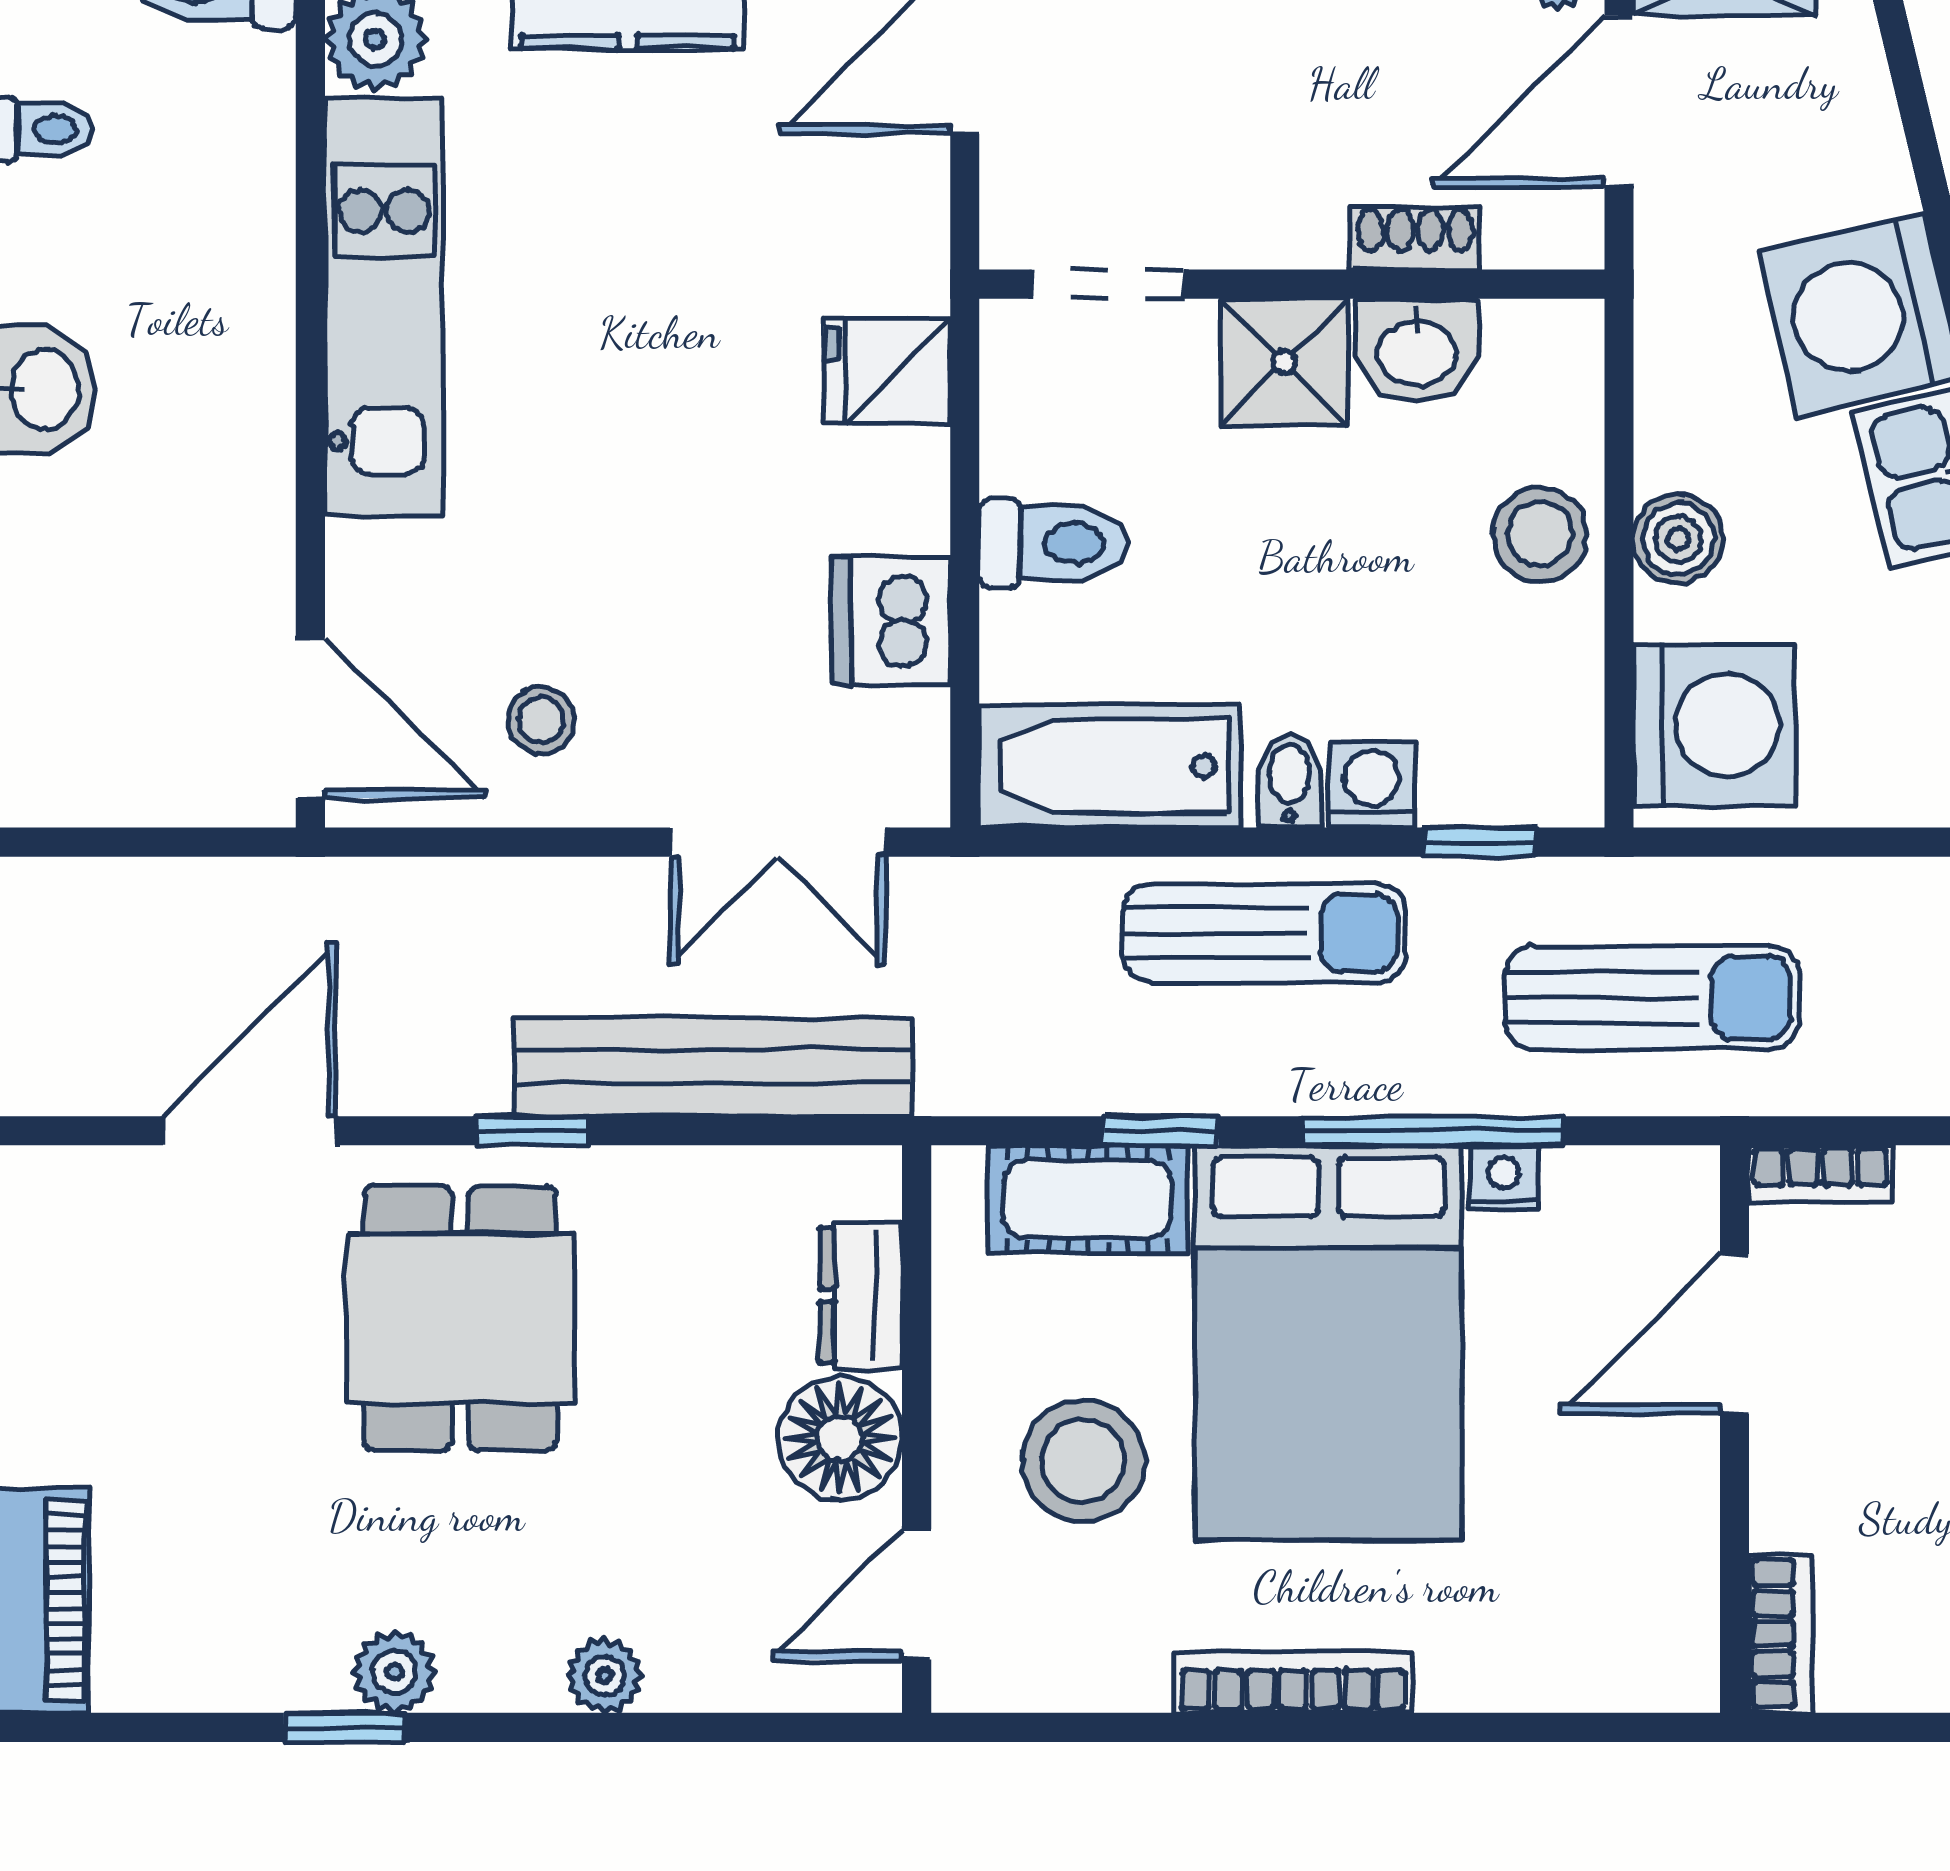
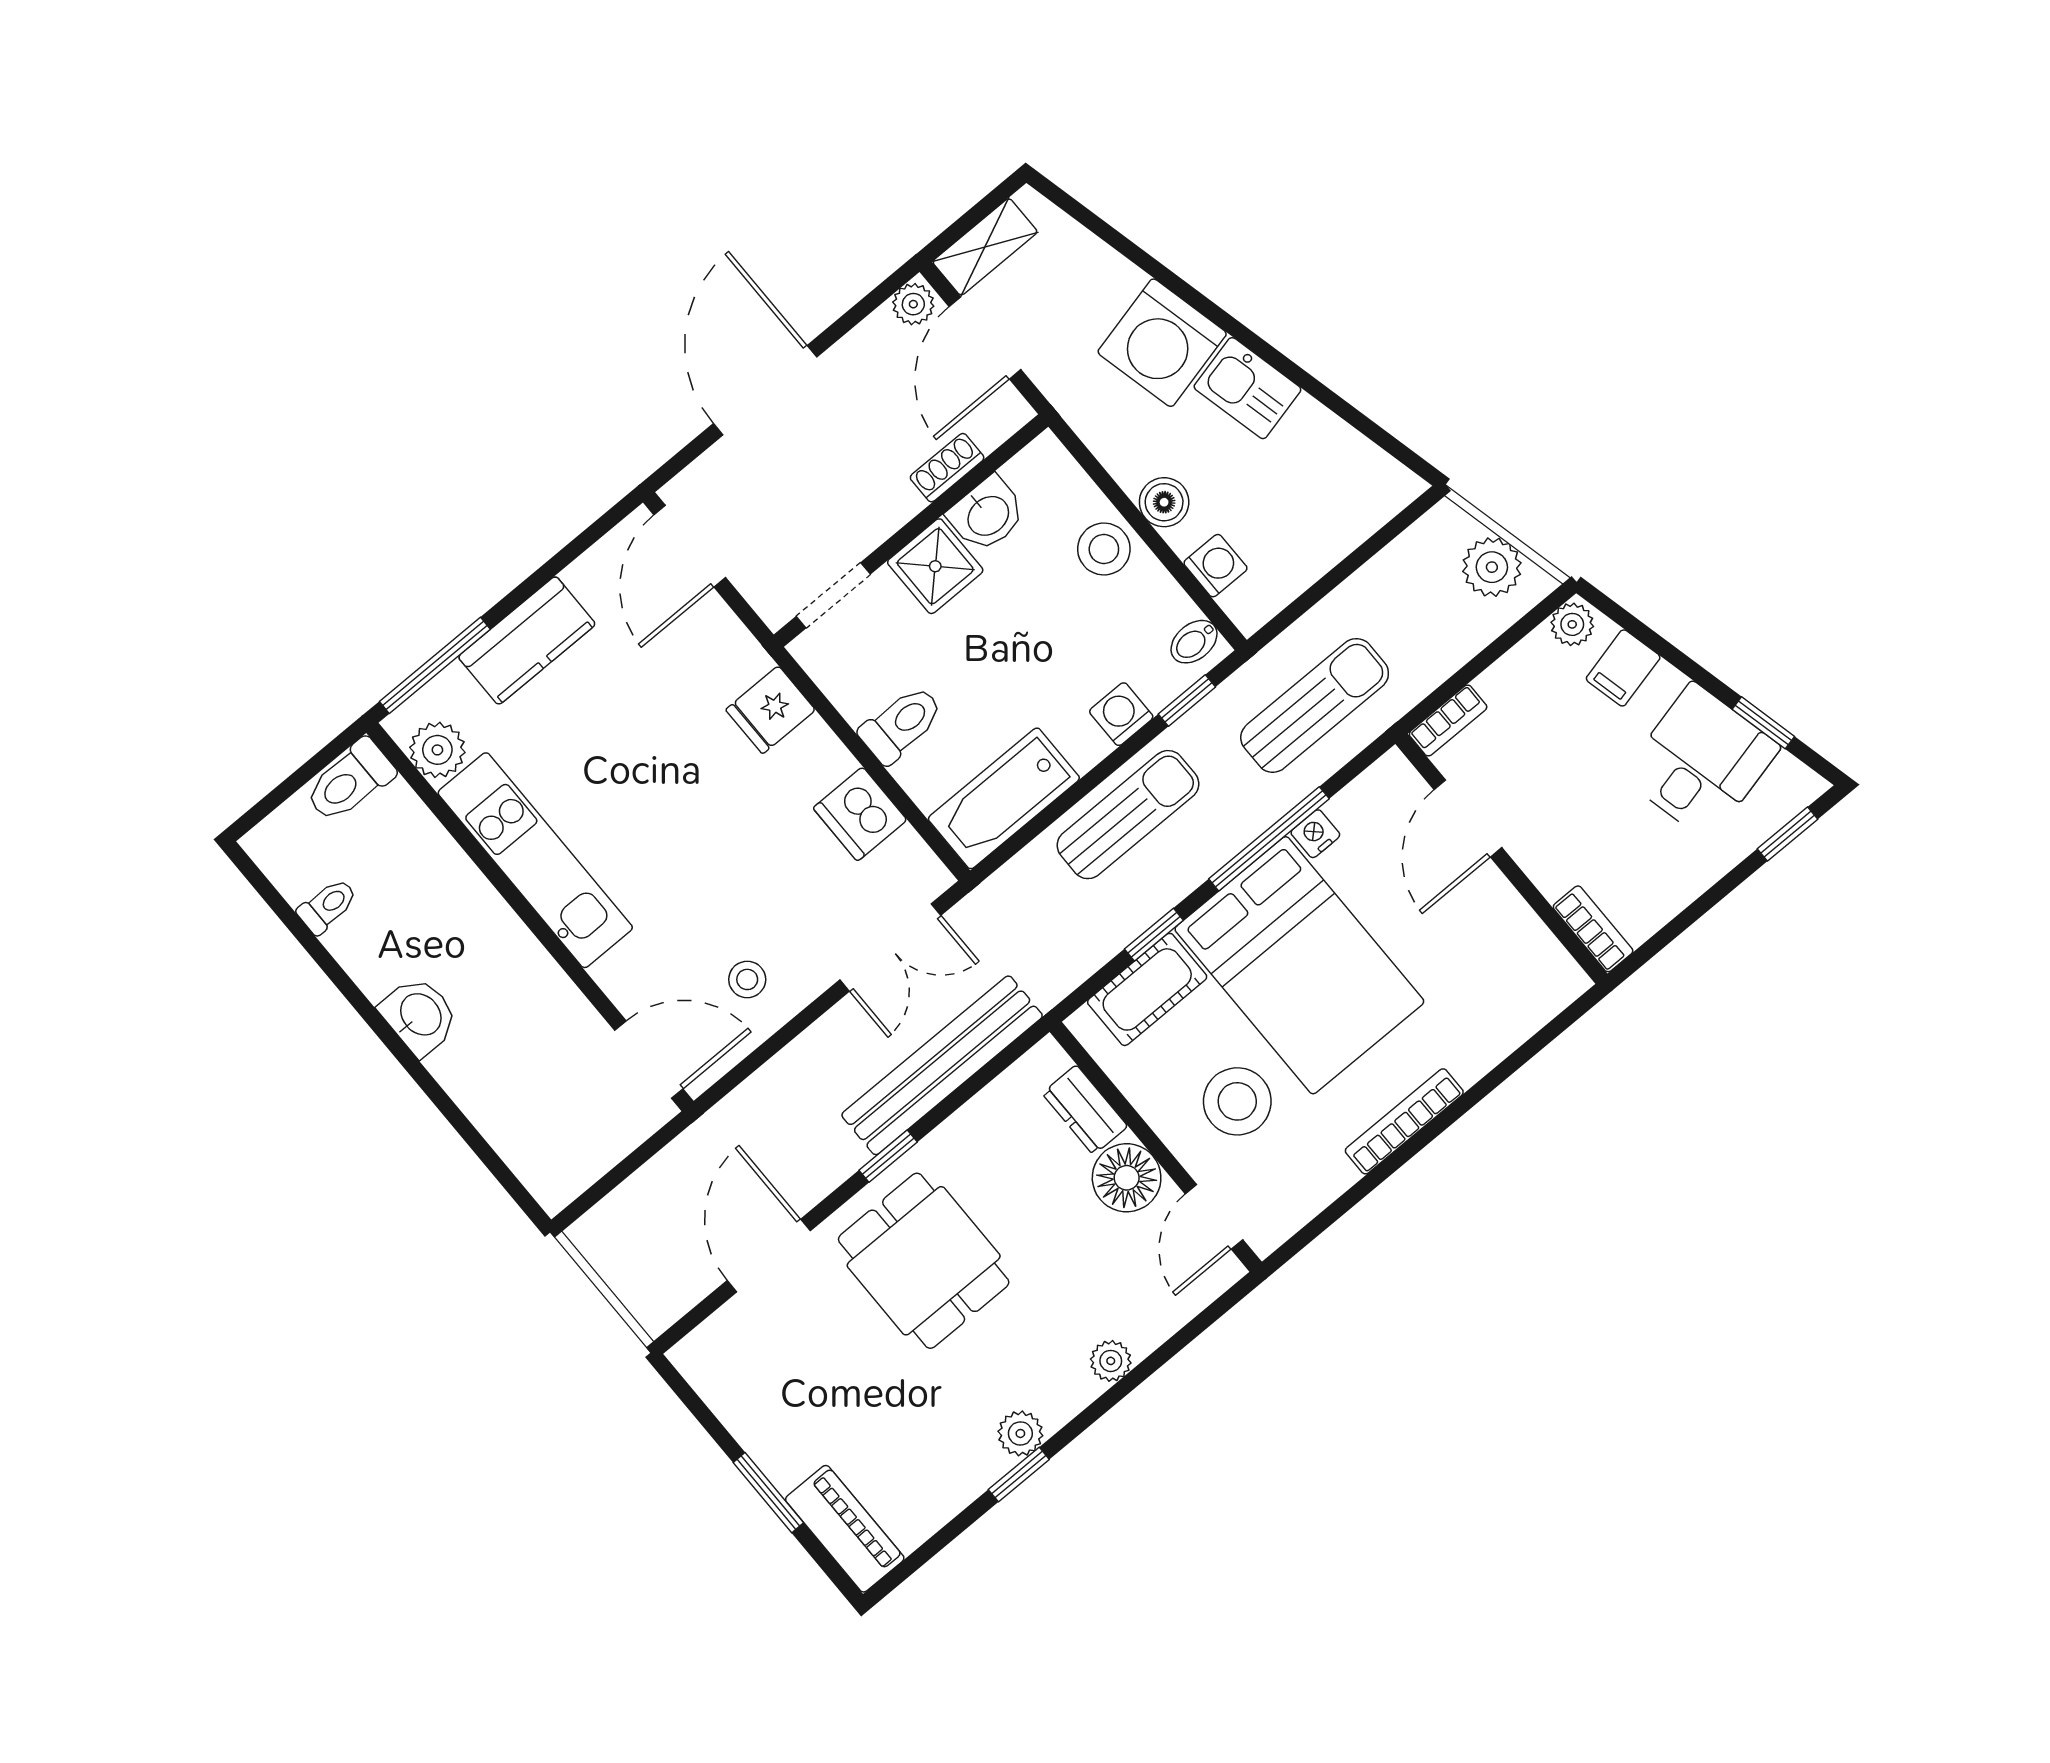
washing machine: (1714, 725) -> (1215, 566), width x0.53, depth x0.53
bidet: (1289, 781) -> (1194, 642), moved, turned -90

